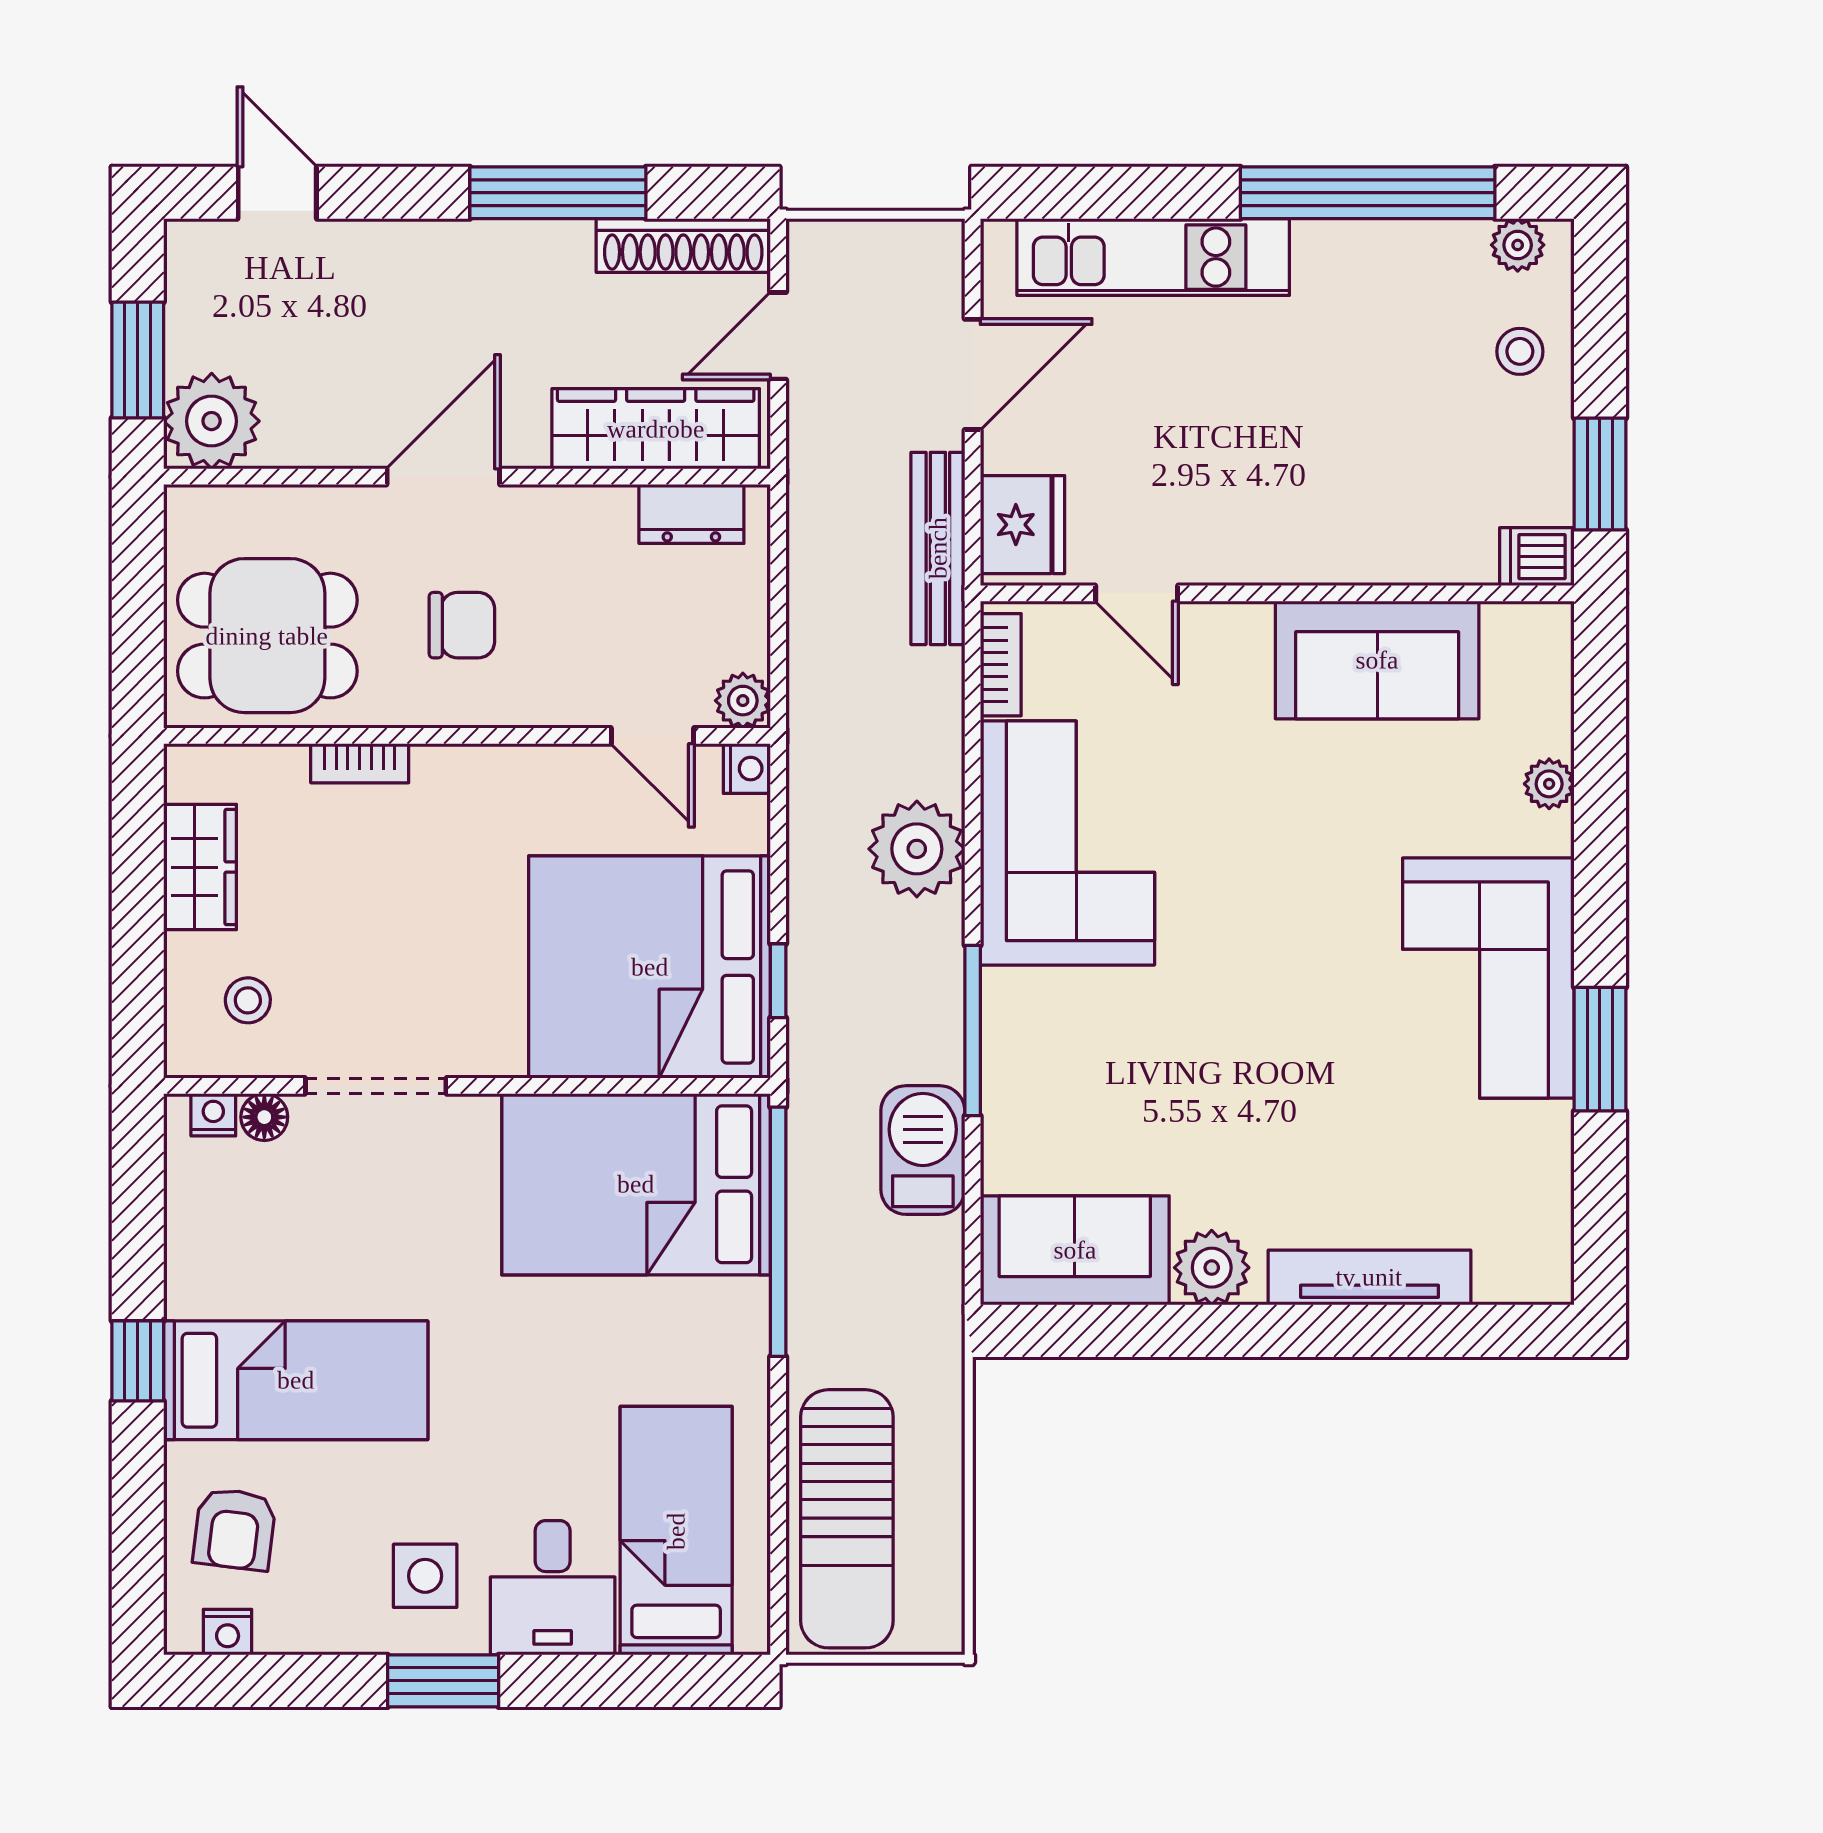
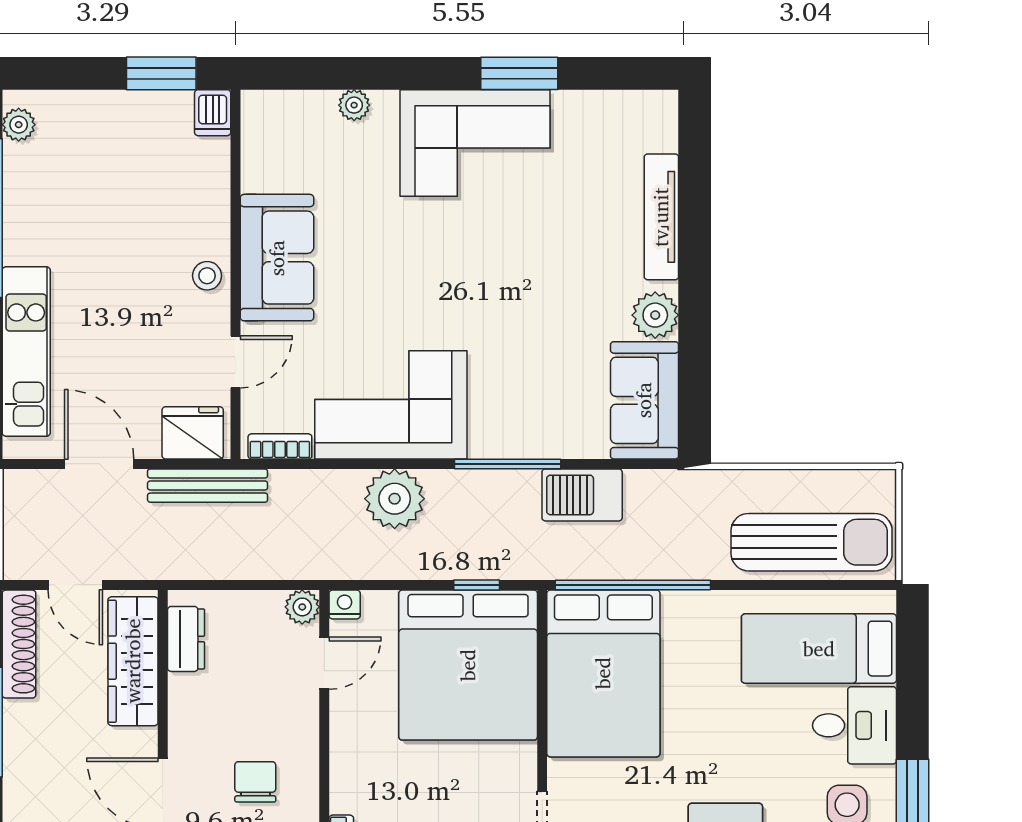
stool: (1520, 351) -> (207, 276), moved
sofa: (1377, 660) -> (277, 258), moved

